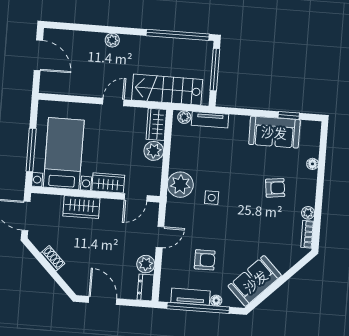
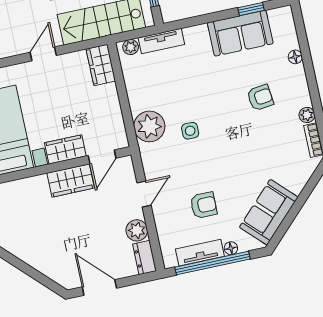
plant: (154, 151) -> (107, 97), removed
wardrobe: (81, 207) -> (71, 181), moved
shoe rack: (53, 258) -> (27, 256), removed

